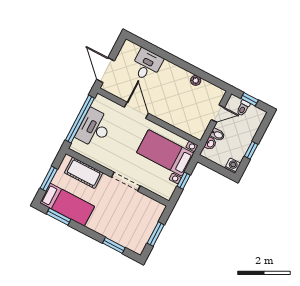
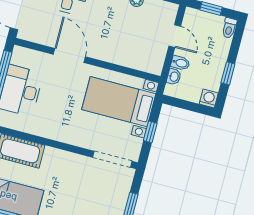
toilet: (243, 108) -> (229, 28), moved
door: (218, 114) -> (175, 36), hinge flipped
doorway: (126, 182) -> (112, 159), moved

